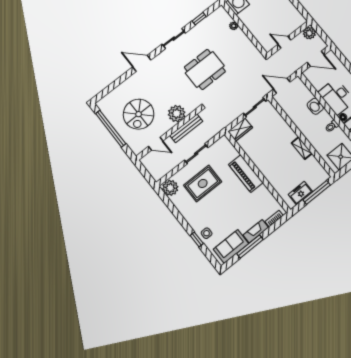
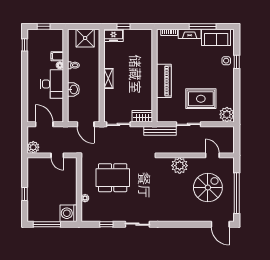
door: (142, 63) -> (220, 224), moved
dining table: (205, 69) -> (113, 178), moved
bench: (186, 128) -> (160, 131), moved
shelving: (302, 148) -> (108, 78), moved
window: (317, 192) -> (124, 26), width x0.46
freezer: (300, 193) -> (113, 35), moved

